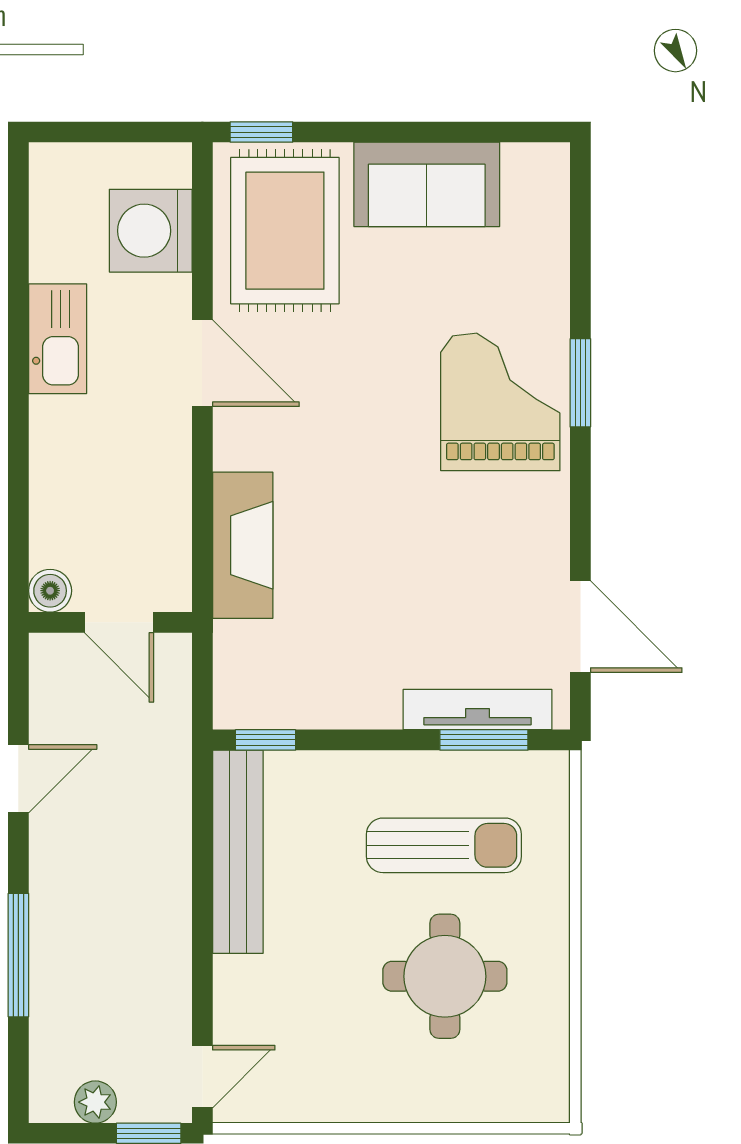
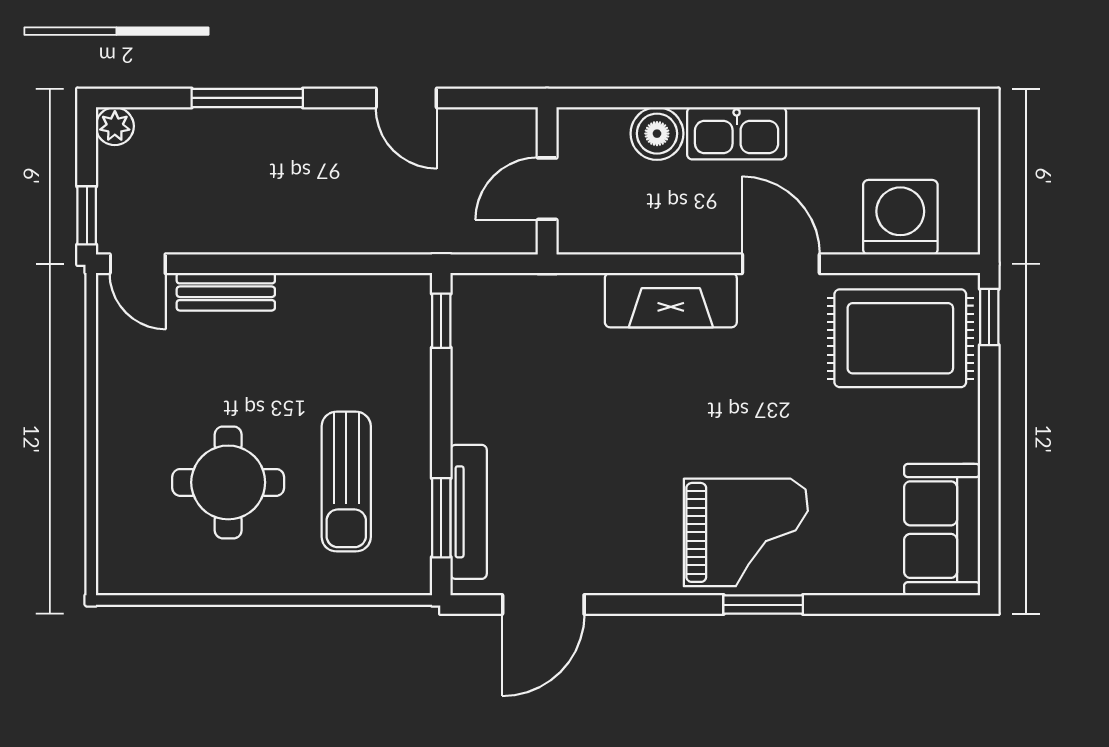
sofa: (427, 184) -> (942, 530), moved
kitchen sink: (58, 339) -> (737, 133), moved
door: (202, 363) -> (781, 264), swing flipped
fireplace: (243, 545) -> (671, 300), moved
boiler: (50, 591) -> (657, 134), moved, width x1.36, depth x1.36
bench: (238, 852) -> (226, 292), moved, width x0.54, depth x0.82
plant: (95, 1102) -> (115, 126), moved

